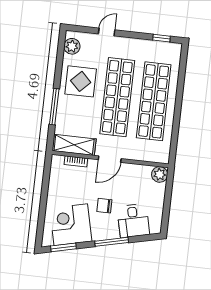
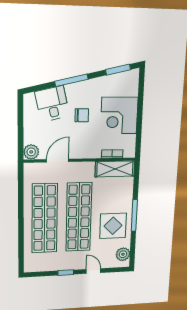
door: (107, 32) -> (93, 271), swing flipped
window: (161, 38) -> (66, 273), moved
window: (54, 107) -> (134, 215), moved
door: (110, 159) -> (58, 161), moved
corner desk: (71, 225) -> (119, 116), moved, turned 103

